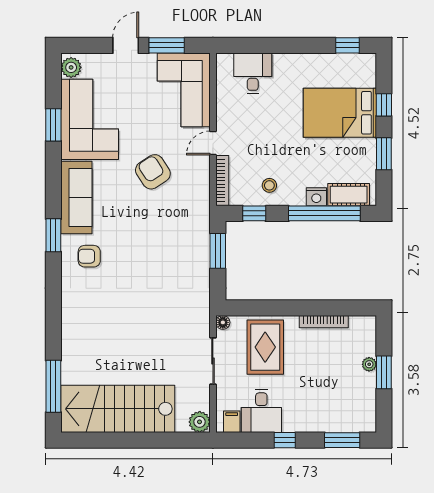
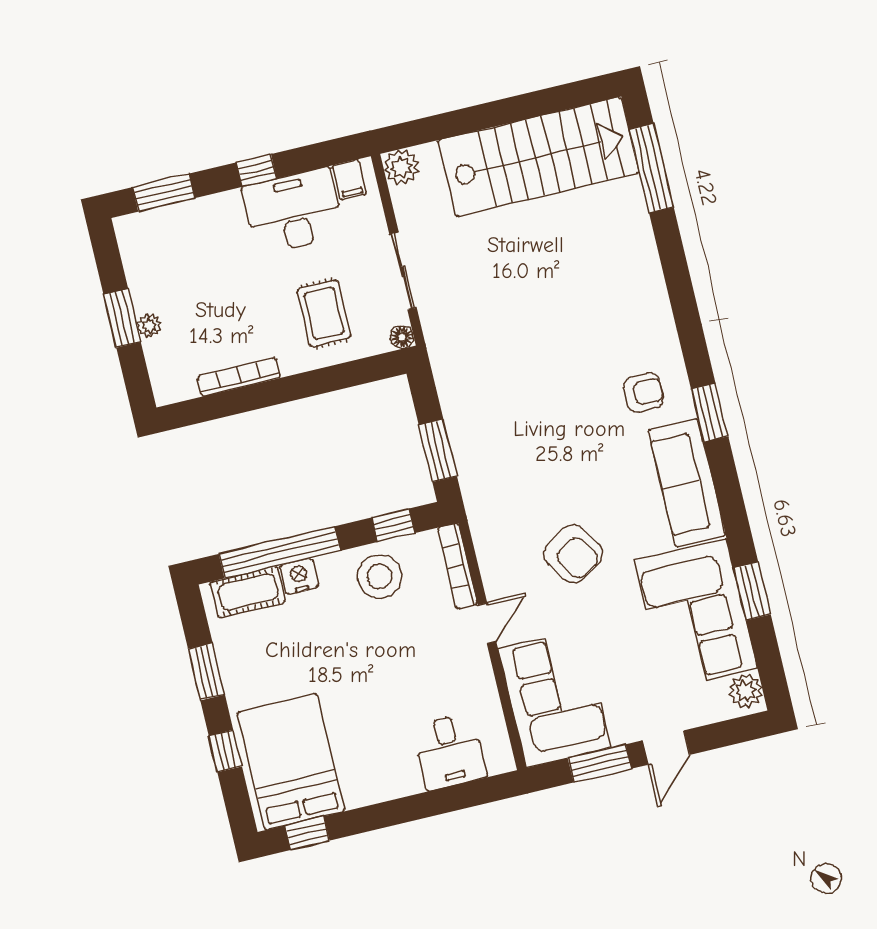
bed: (340, 113) -> (291, 762), moved, turned -90
stool: (269, 185) -> (379, 576), width x1.89, depth x1.89
rug: (265, 347) -> (324, 313), width x0.73, depth x0.70
desk: (261, 411) -> (294, 212), width x1.37

